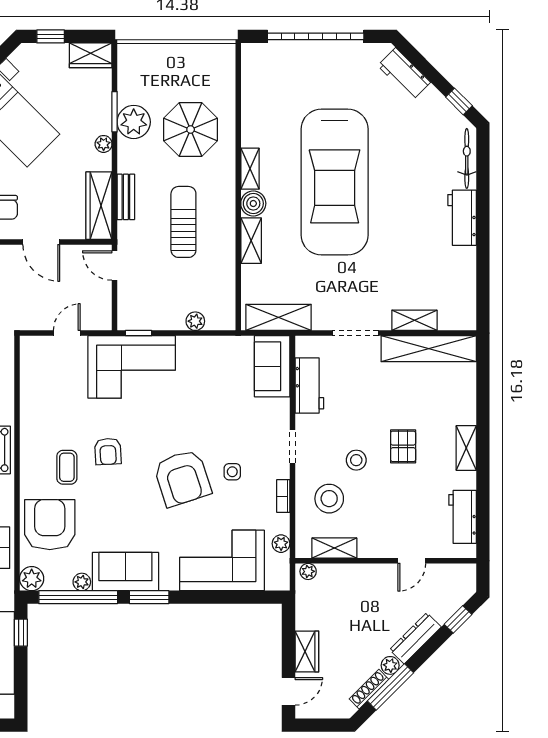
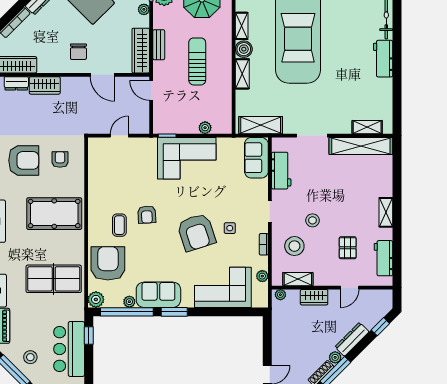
shelving: (414, 320) -> (367, 127), moved
corner sofa: (132, 367) -> (187, 158), moved
pallet: (403, 446) -> (348, 248), moved
wardrobe: (307, 651) -> (314, 297), moved, turned 90

